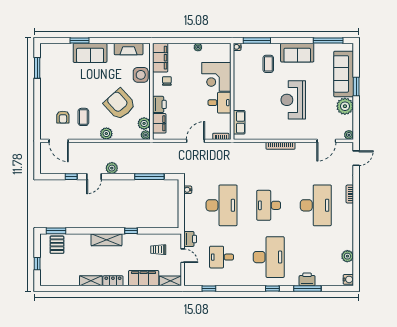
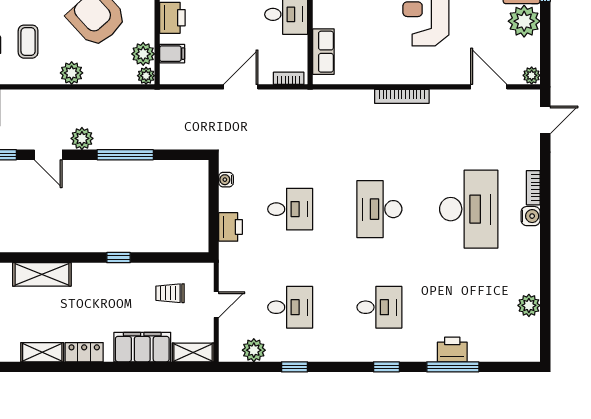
filing cabinet: (159, 123) -> (172, 54), width x0.50
door: (326, 141) -> (489, 87), swing flipped
door: (94, 177) -> (48, 155), hinge flipped
window: (149, 177) -> (125, 155), moved
desk: (222, 205) -> (290, 209), width x0.53, depth x0.77
printer: (190, 239) -> (231, 227), moved
shelving: (106, 240) -> (42, 274), moved
door: (183, 256) -> (216, 305), hinge flipped
desk: (222, 257) -> (290, 307), turned 180
desk: (269, 257) -> (379, 307), width x0.53, depth x0.77
water cooler: (348, 279) -> (531, 216), moved
plant: (202, 280) -> (254, 350), added
window: (209, 289) -> (295, 367), moved

